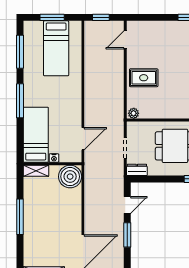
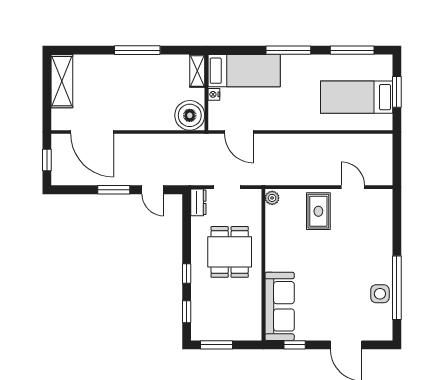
window: (101, 17) -> (397, 155), removed
door: (125, 40) -> (353, 187), moved

